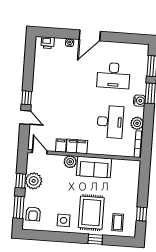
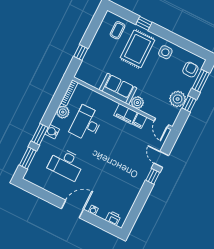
desk: (114, 76) -> (66, 164), turned 180
window: (142, 214) -> (81, 53), moved

